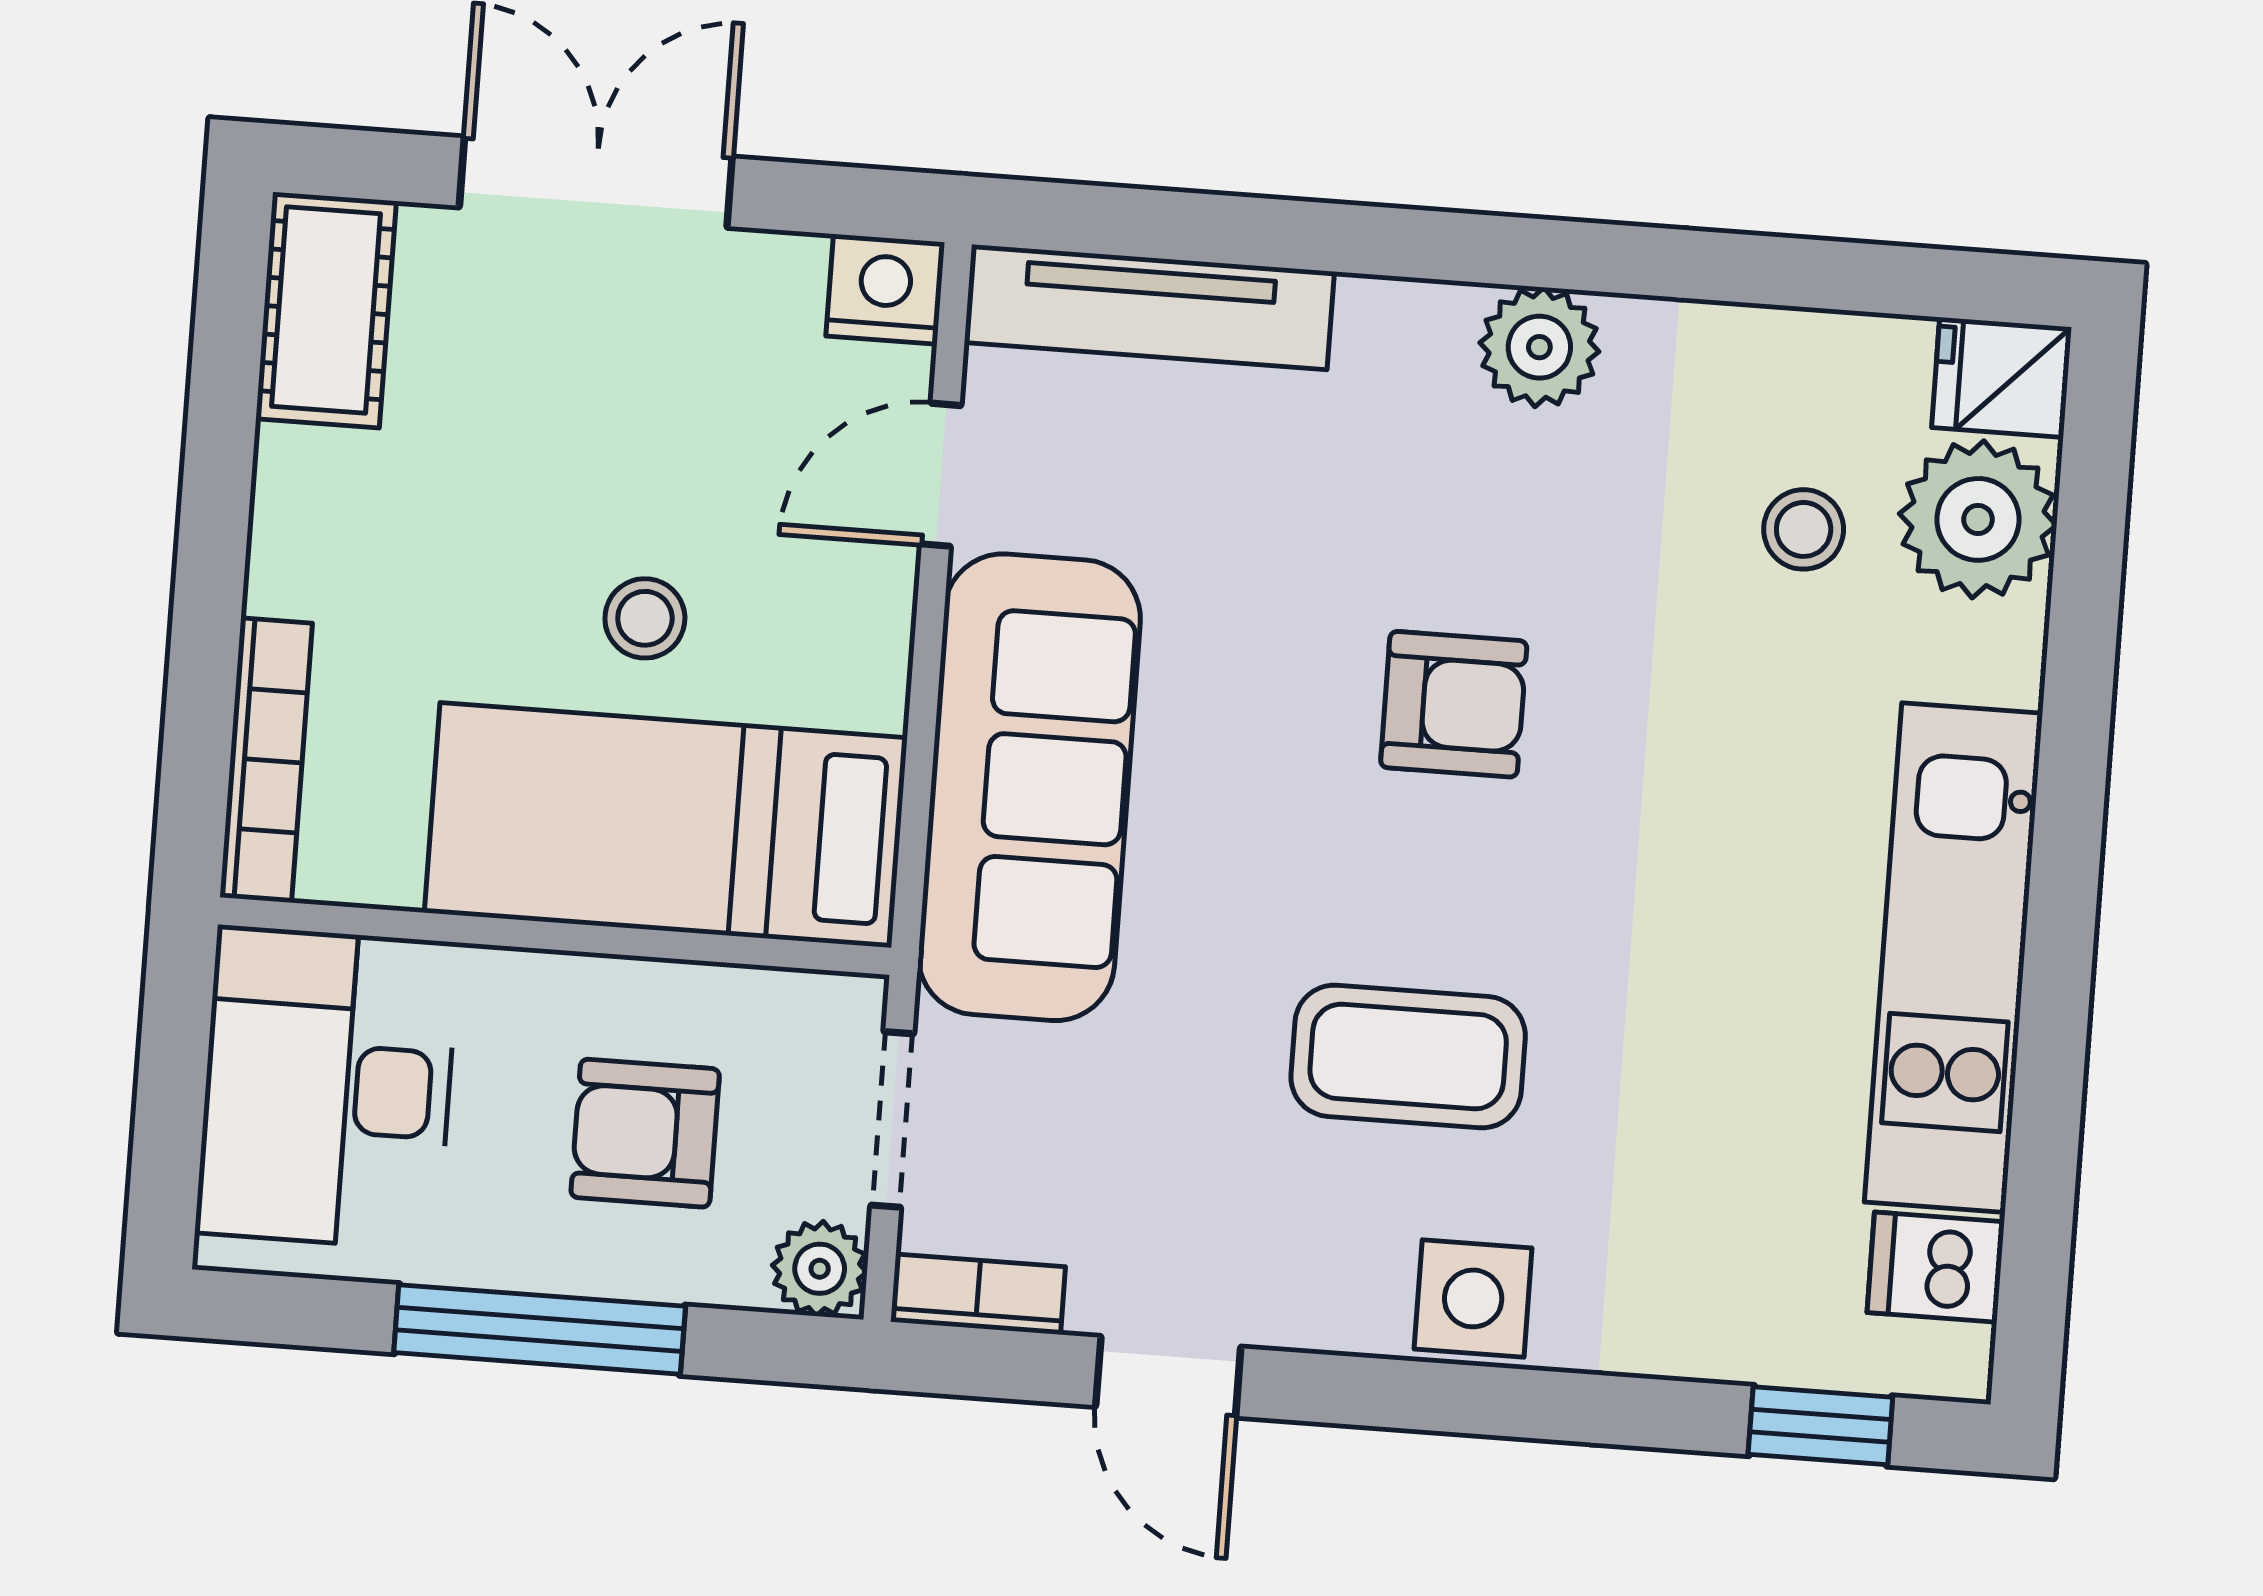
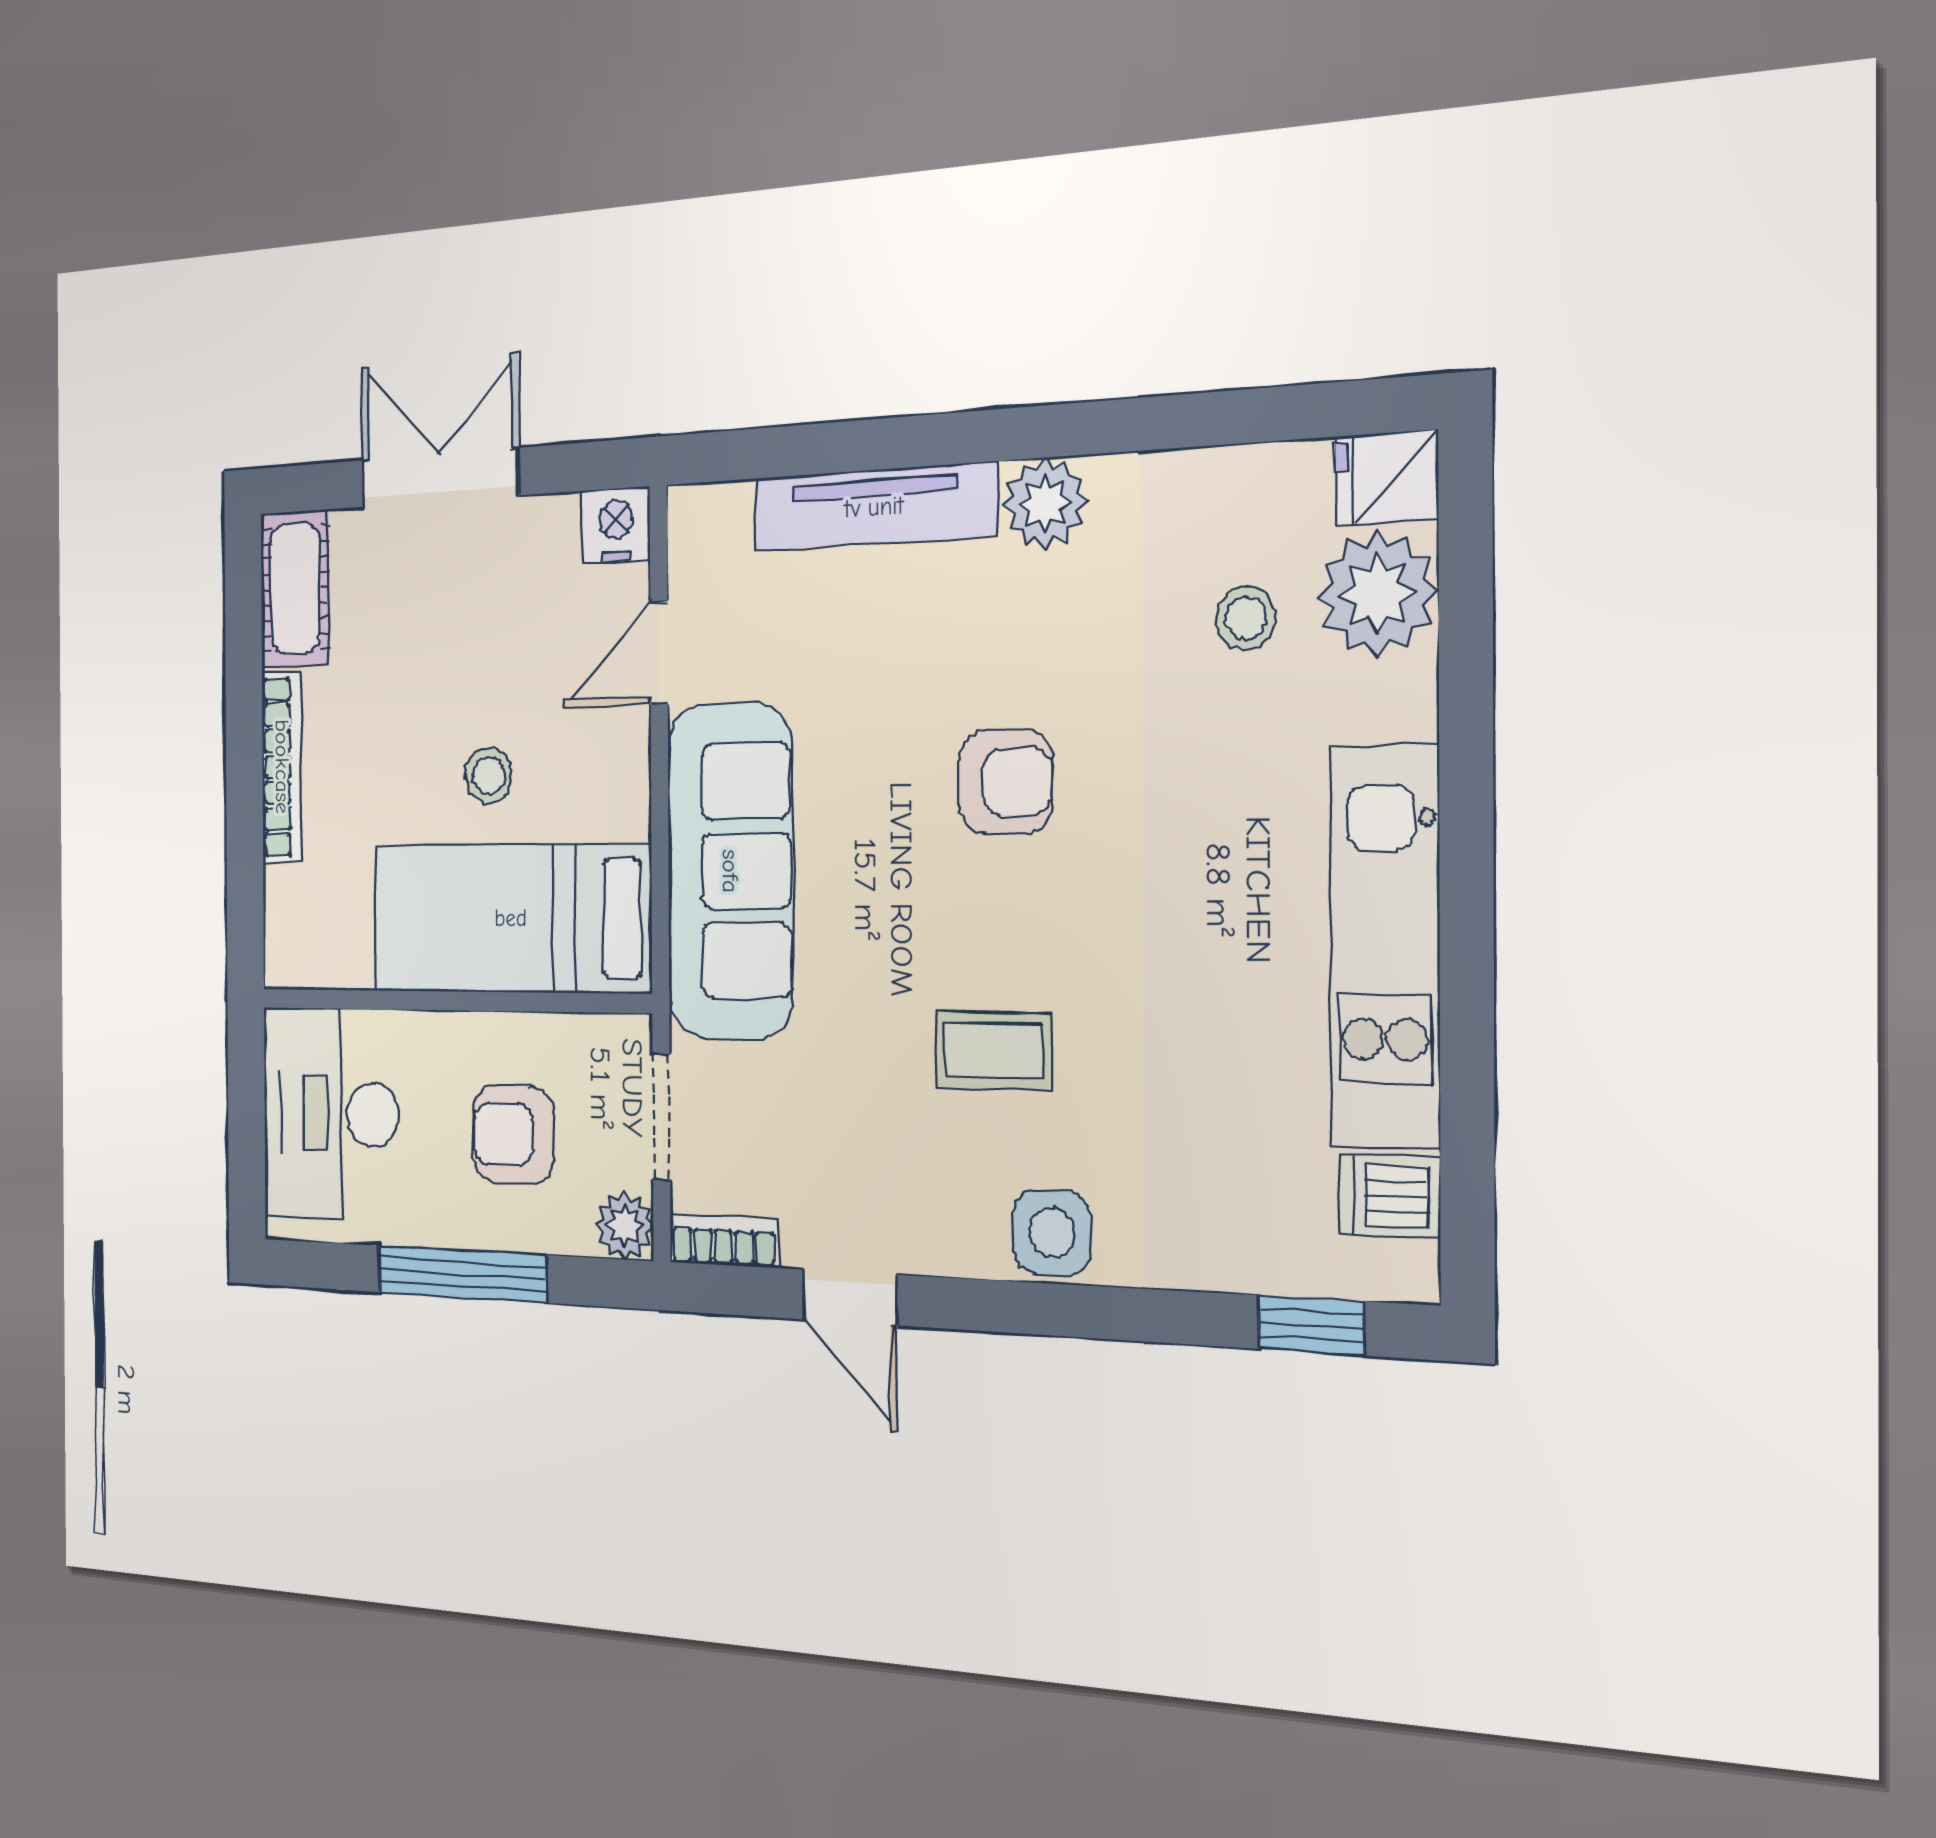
tv unit: (1149, 307) -> (874, 507), moved
bookcase: (266, 760) -> (282, 767), moved
coffee table: (1408, 1057) -> (993, 1051), width x0.73, depth x0.77

